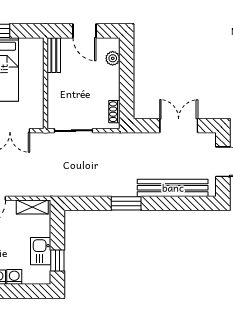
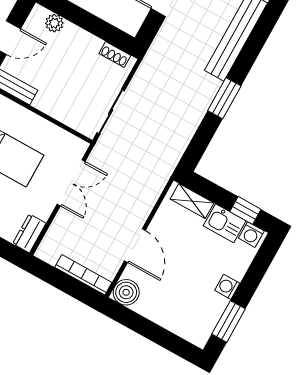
shelving: (32, 207) -> (192, 201), moved, turned 90
washing machine: (14, 277) -> (251, 235), moved, turned -90

